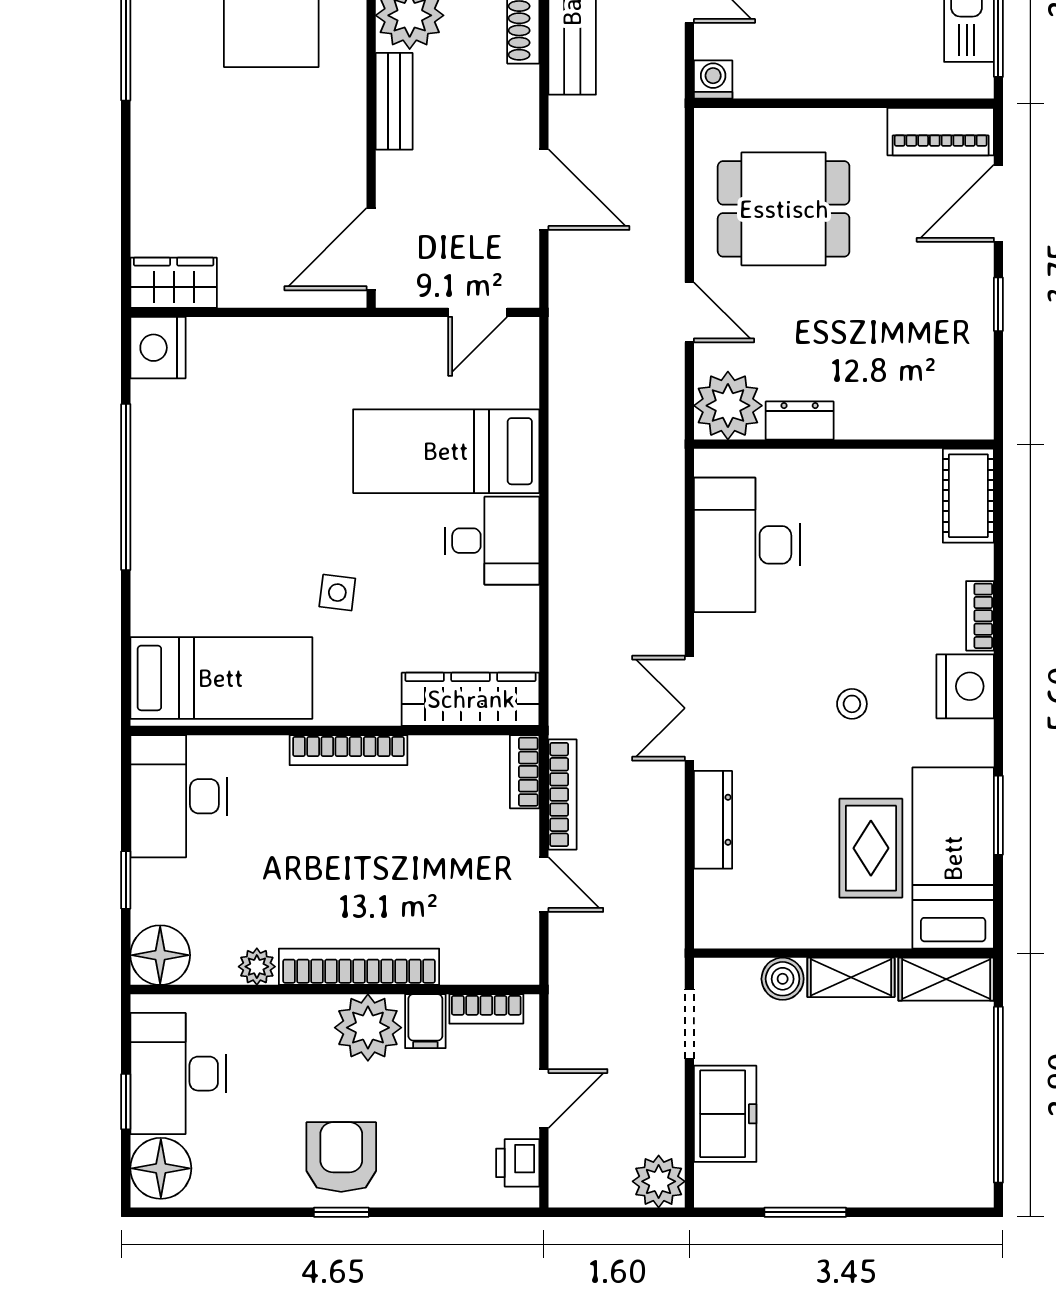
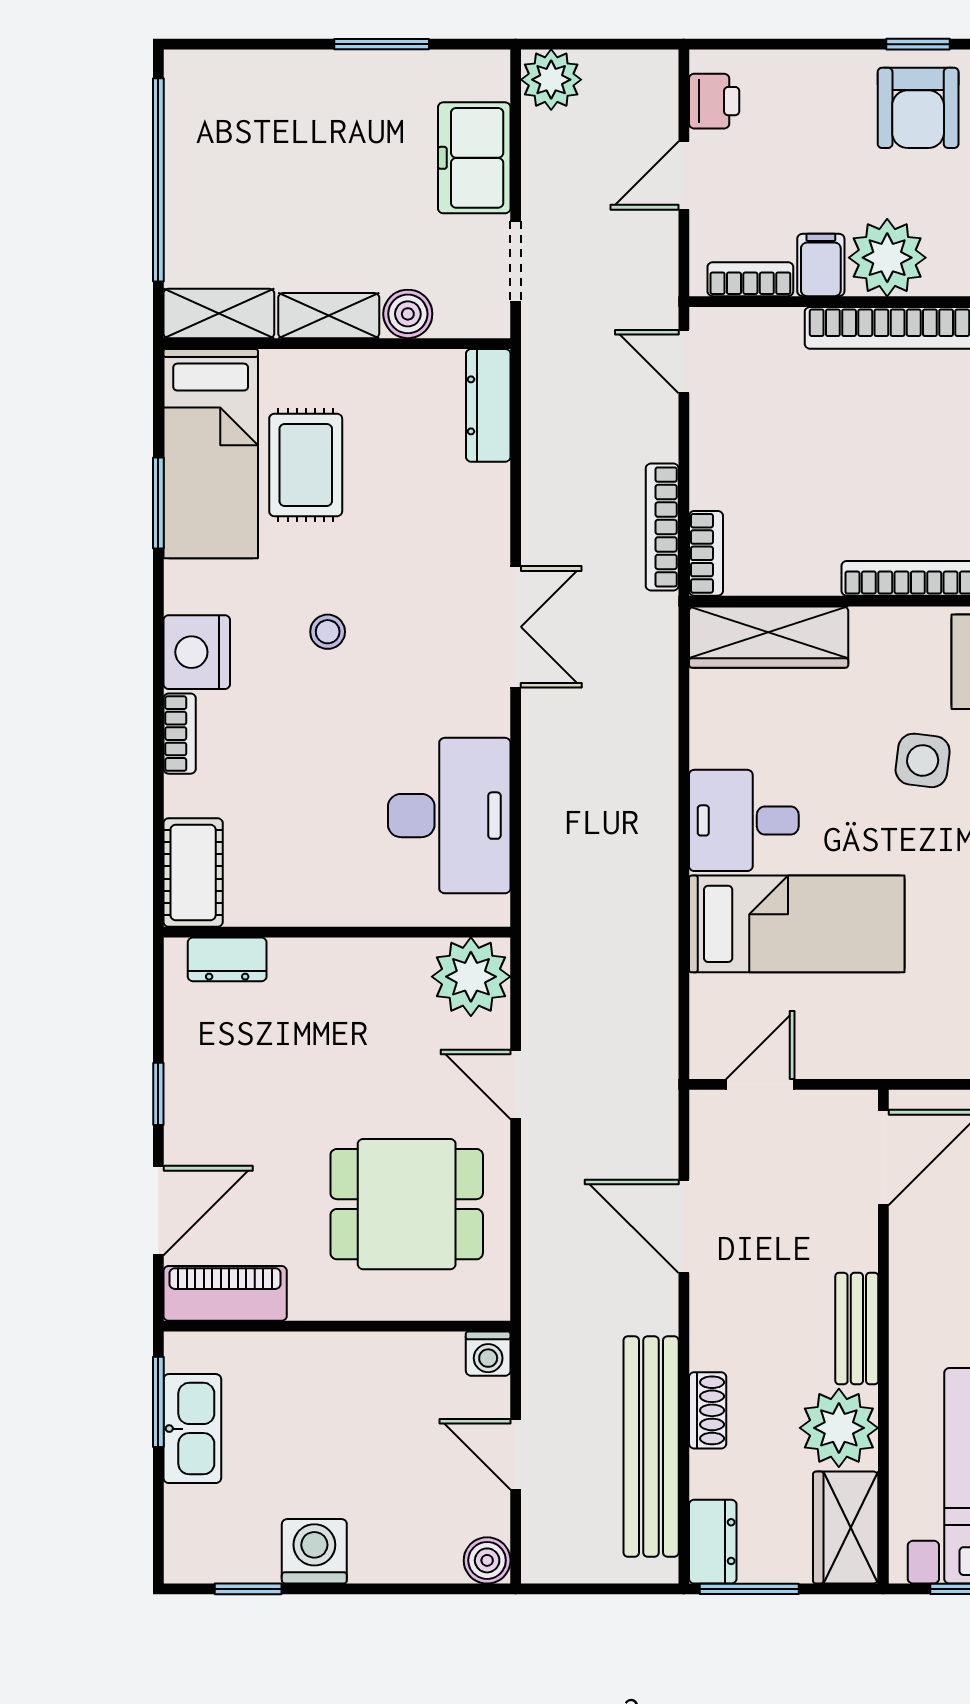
dresser: (800, 420) -> (227, 959), moved
side table: (337, 593) -> (923, 760), width x1.37, depth x1.37
dresser: (713, 820) -> (488, 405), moved
door: (544, 885) -> (684, 362), moved

